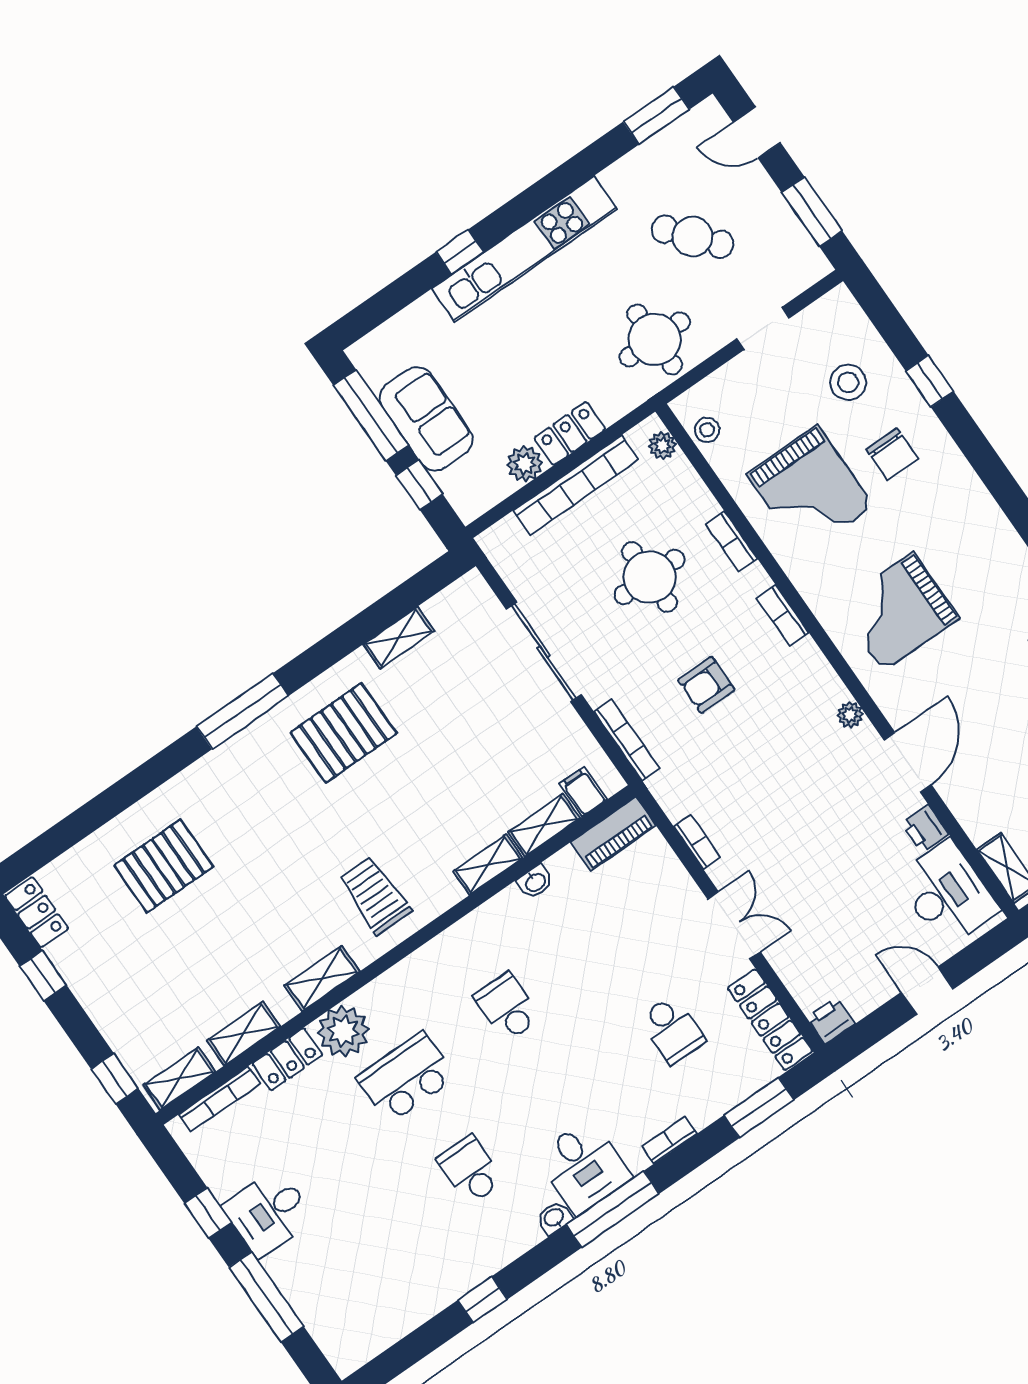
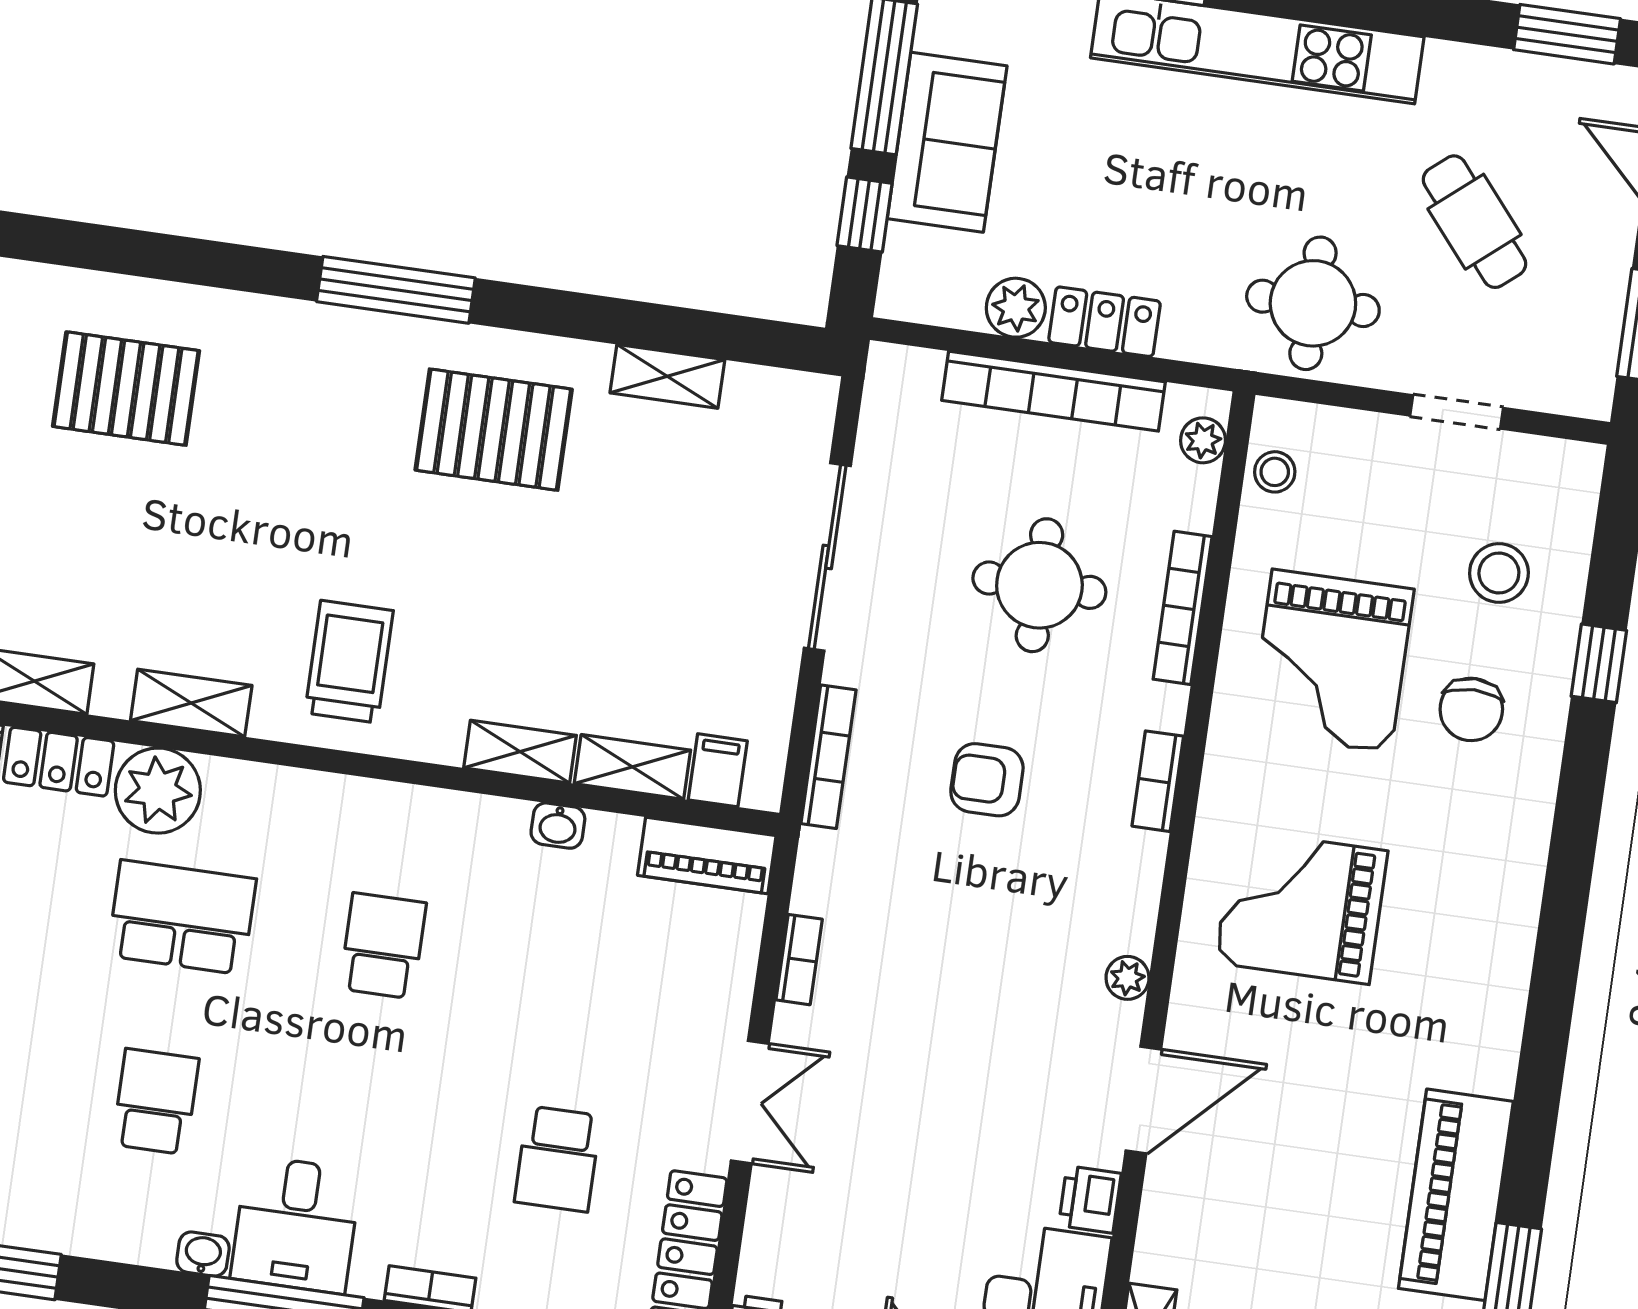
bookcase: (732, 541) -> (1183, 608), width x1.56

